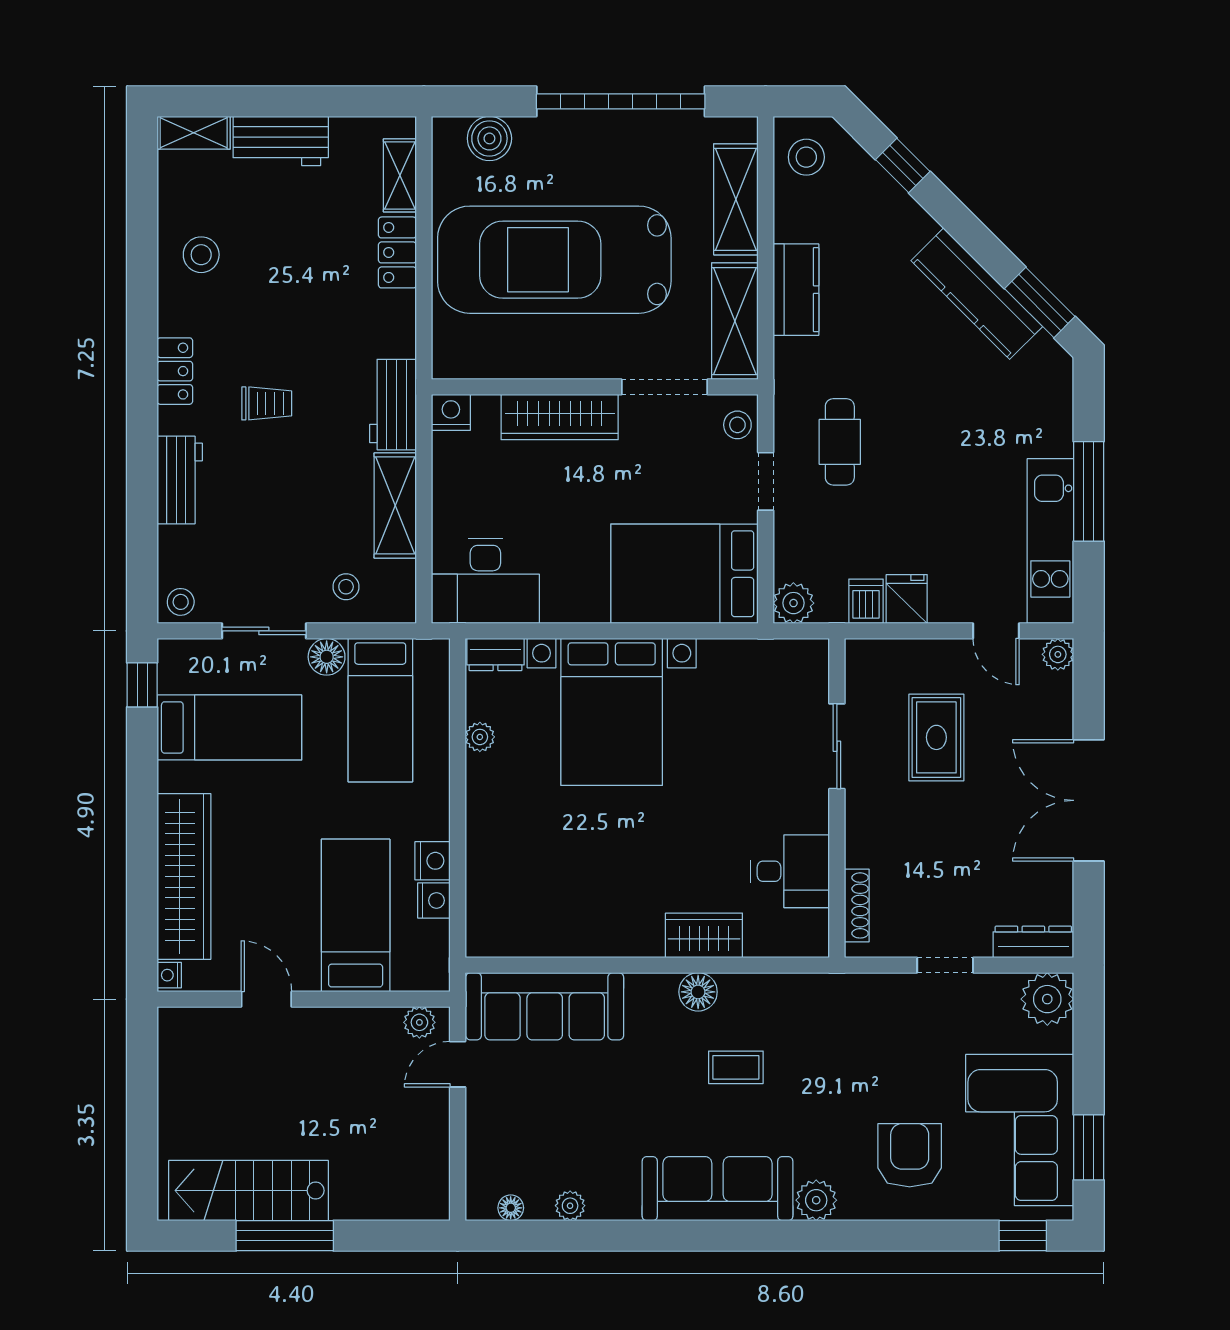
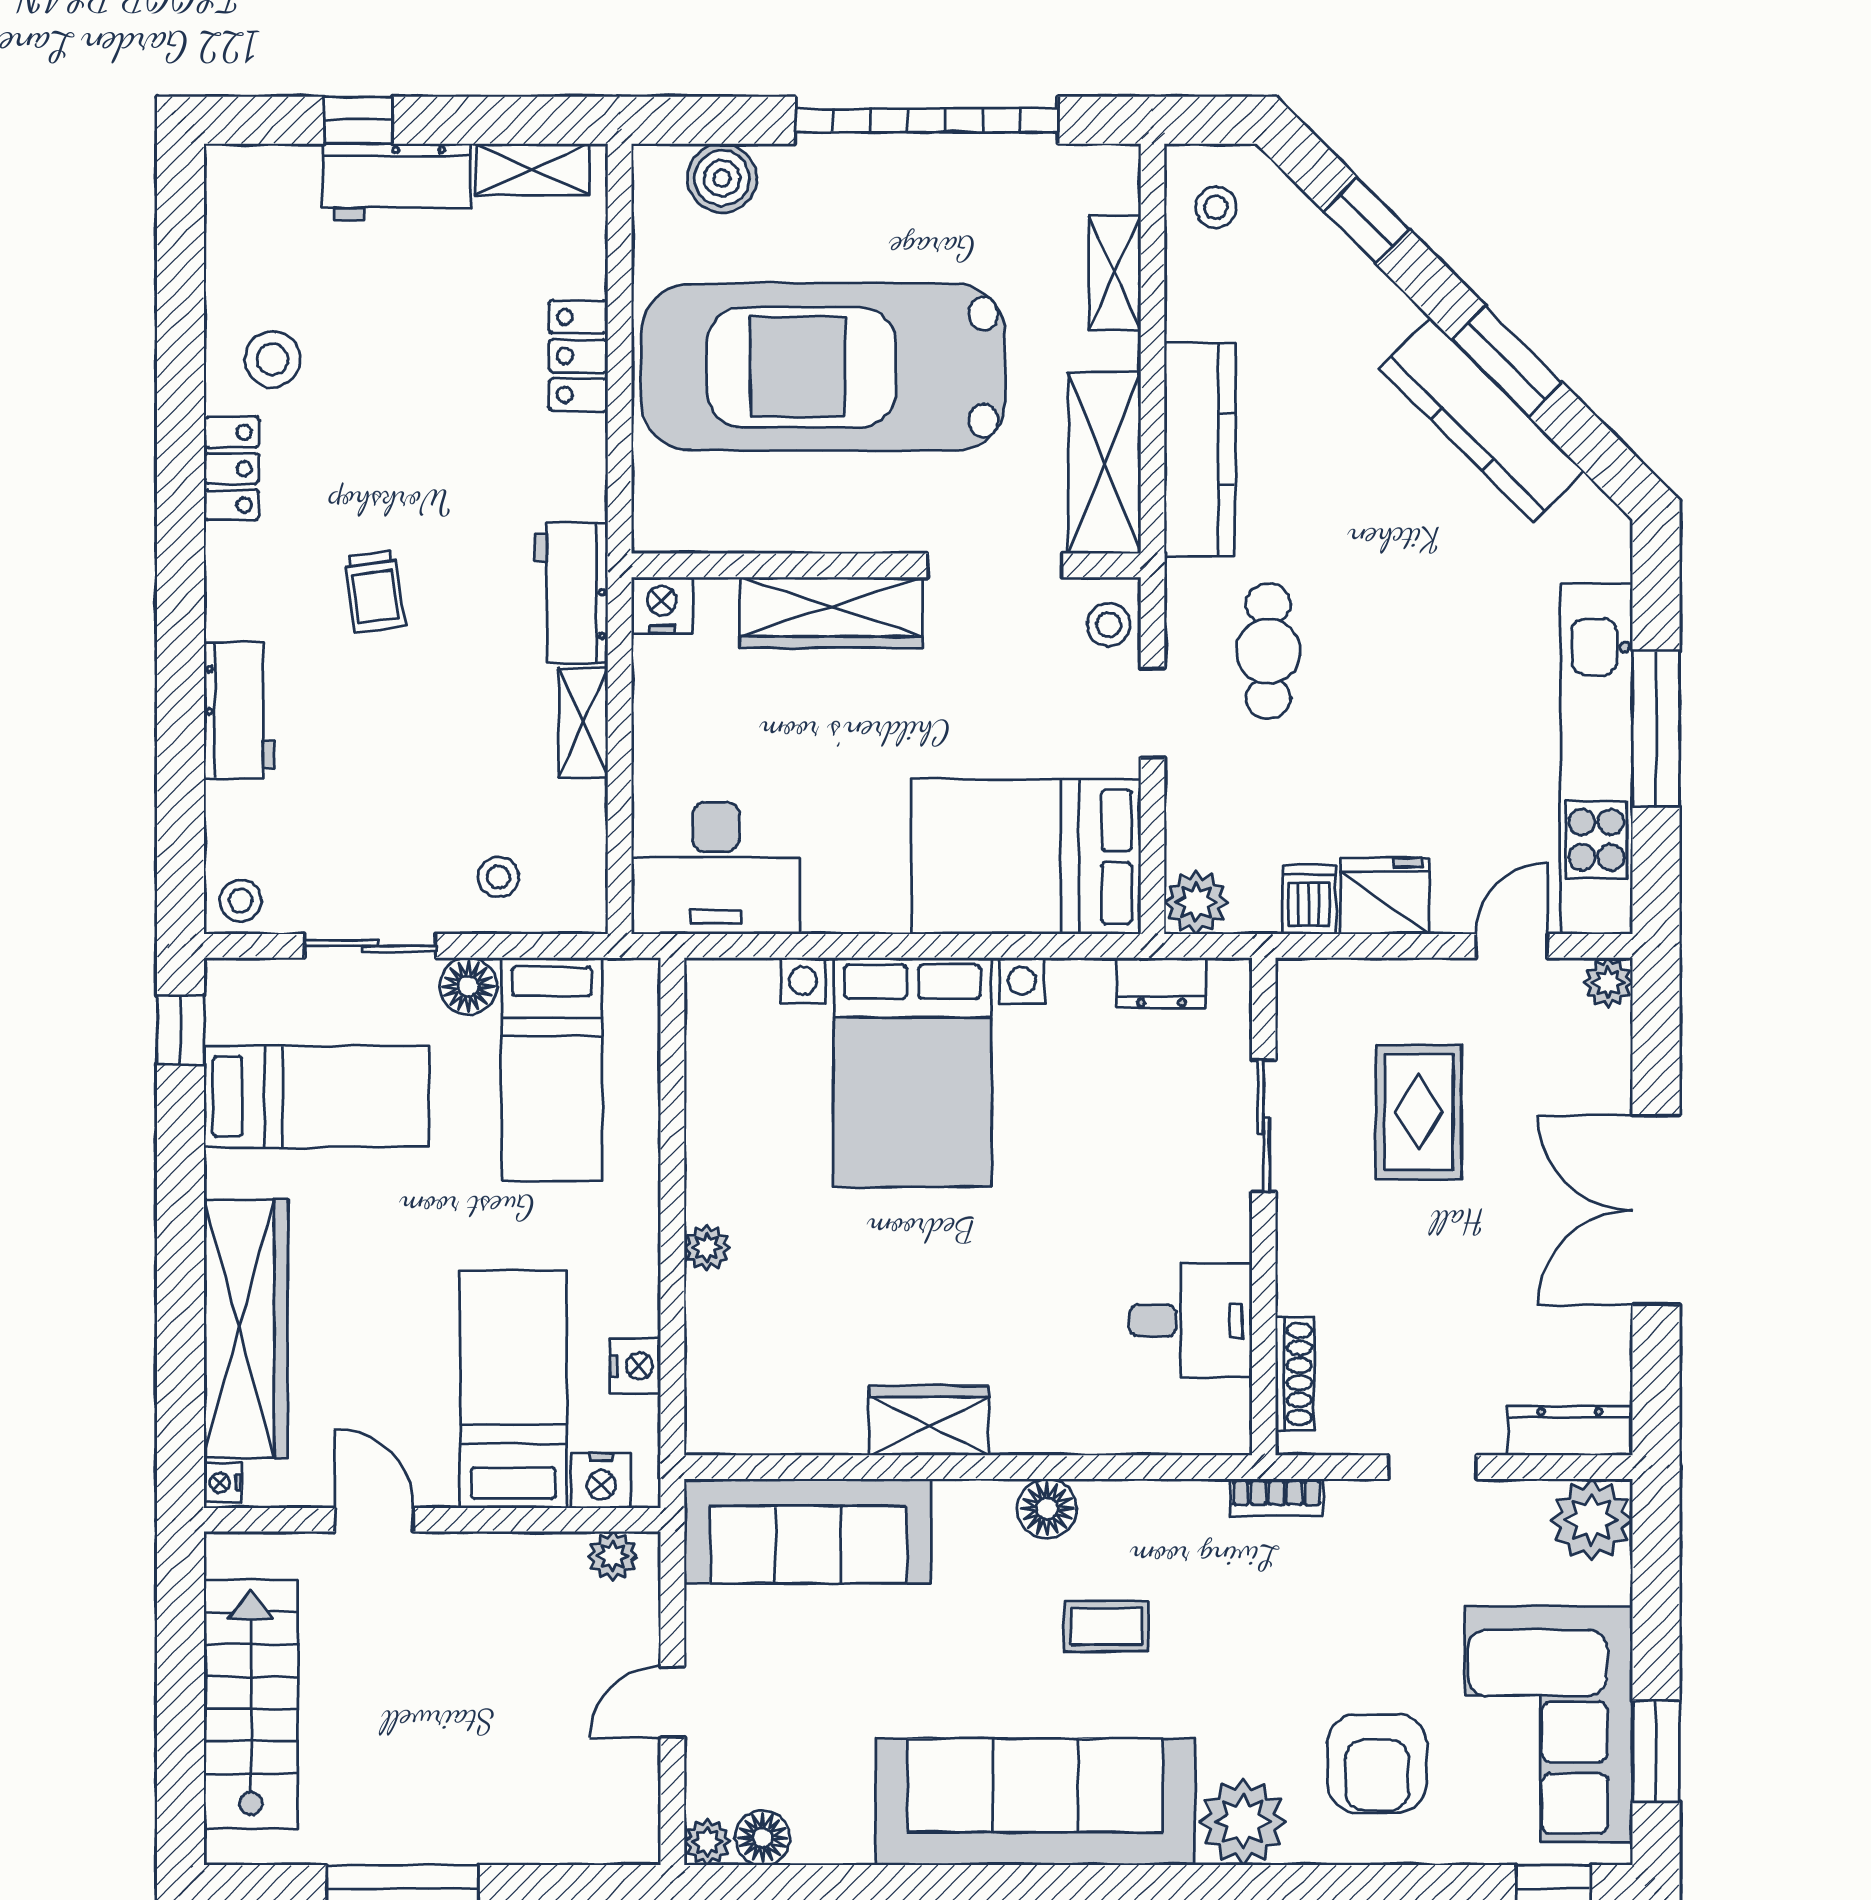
window: (256, 101) -> (358, 120), added
shelving: (194, 133) -> (261, 169), removed
stool: (806, 157) -> (1216, 207), width x0.73, depth x0.73
shelving: (400, 175) -> (533, 169), moved, turned 90
shelving: (736, 199) -> (1115, 273), width x0.67, depth x0.75
kitchen counter: (796, 290) -> (1200, 449), width x1.50
window: (1040, 302) -> (1507, 361), moved
locker: (175, 371) -> (231, 469), moved
trolley: (267, 403) -> (375, 591), turned 82
shelving: (395, 505) -> (583, 723), width x0.67, depth x0.75
kitchen unit: (1050, 541) -> (1596, 759), width x1.36
fridge: (907, 599) -> (1385, 896), width x1.38
door: (996, 631) -> (1512, 946), swing flipped
dresser: (495, 655) -> (1162, 983), moved
plant: (480, 737) -> (707, 1248), moved
nightstand: (433, 861) -> (601, 1481), moved, turned 90
wardrobe: (704, 935) -> (929, 1421), moved
bookcase: (845, 985) -> (1277, 1497), added
door: (458, 1064) -> (672, 1702), moved
armchair: (910, 1155) -> (1377, 1763), turned 180
sofa: (718, 1189) -> (1035, 1802), width x1.36, depth x1.27
stairs: (249, 1191) -> (251, 1704), moved, turned 90
plant: (816, 1200) -> (1243, 1822), width x1.36, depth x1.36
plant: (570, 1206) -> (707, 1842), moved
floor lamp: (511, 1208) -> (763, 1838), width x1.37, depth x1.37

